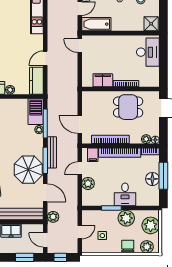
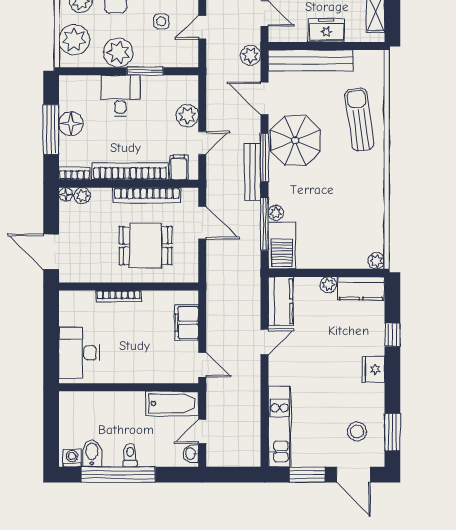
shower: (151, 24) -> (73, 404), removed
filing cabinet: (103, 80) -> (187, 323), moved, turned 90
dining table: (128, 107) -> (146, 246), moved

